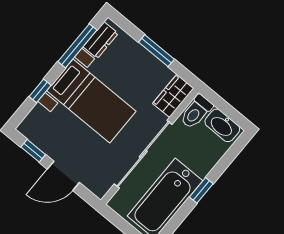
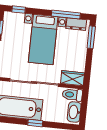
window: (156, 51) -> (91, 37), moved
window: (40, 91) -> (19, 10), moved

